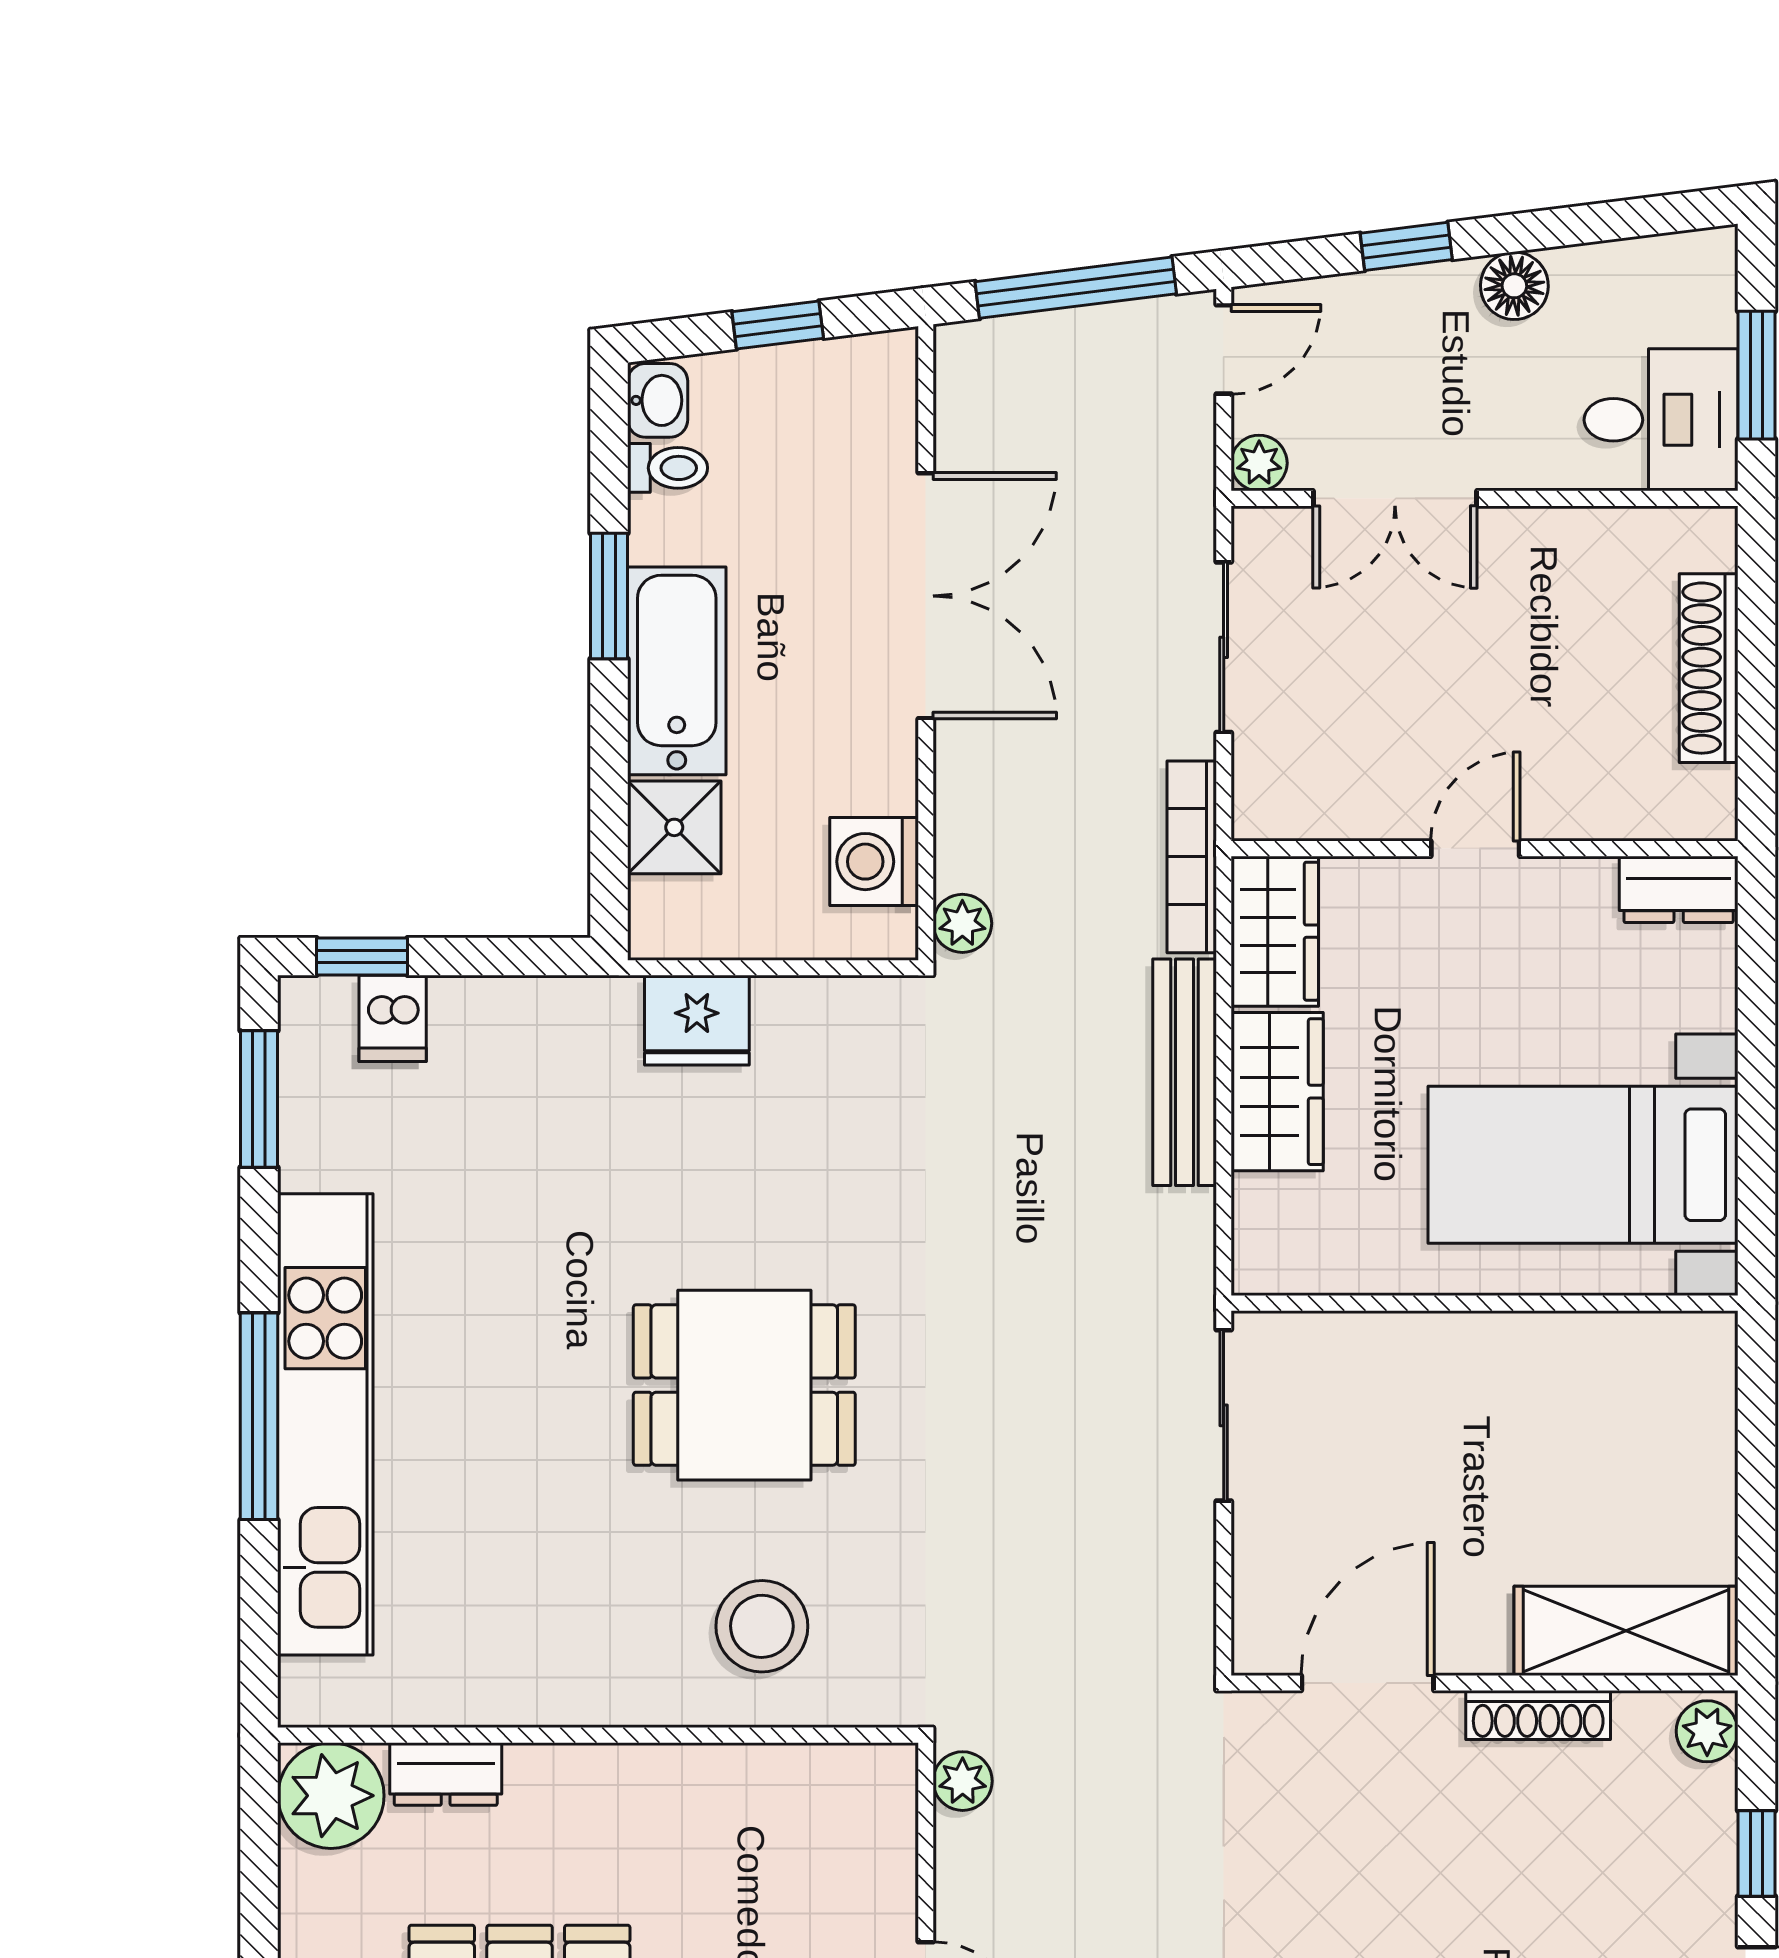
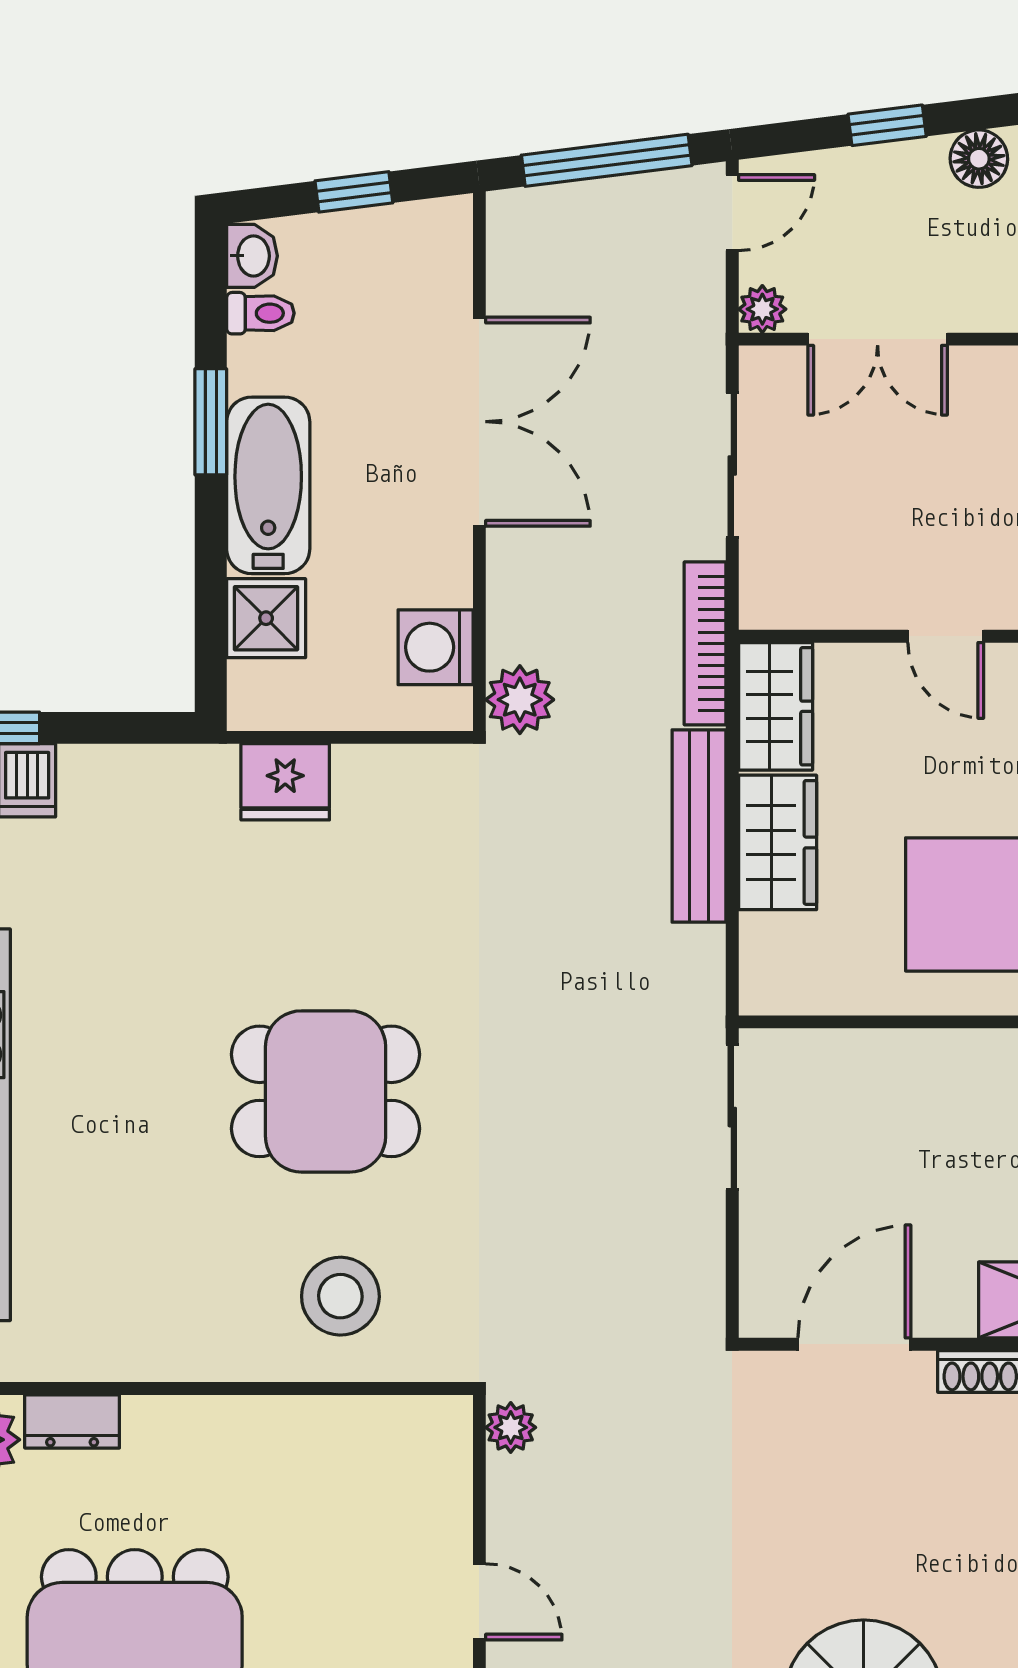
door: (1475, 849) -> (946, 636), swing flipped
plant: (962, 923) -> (520, 700), width x1.38, depth x1.38

